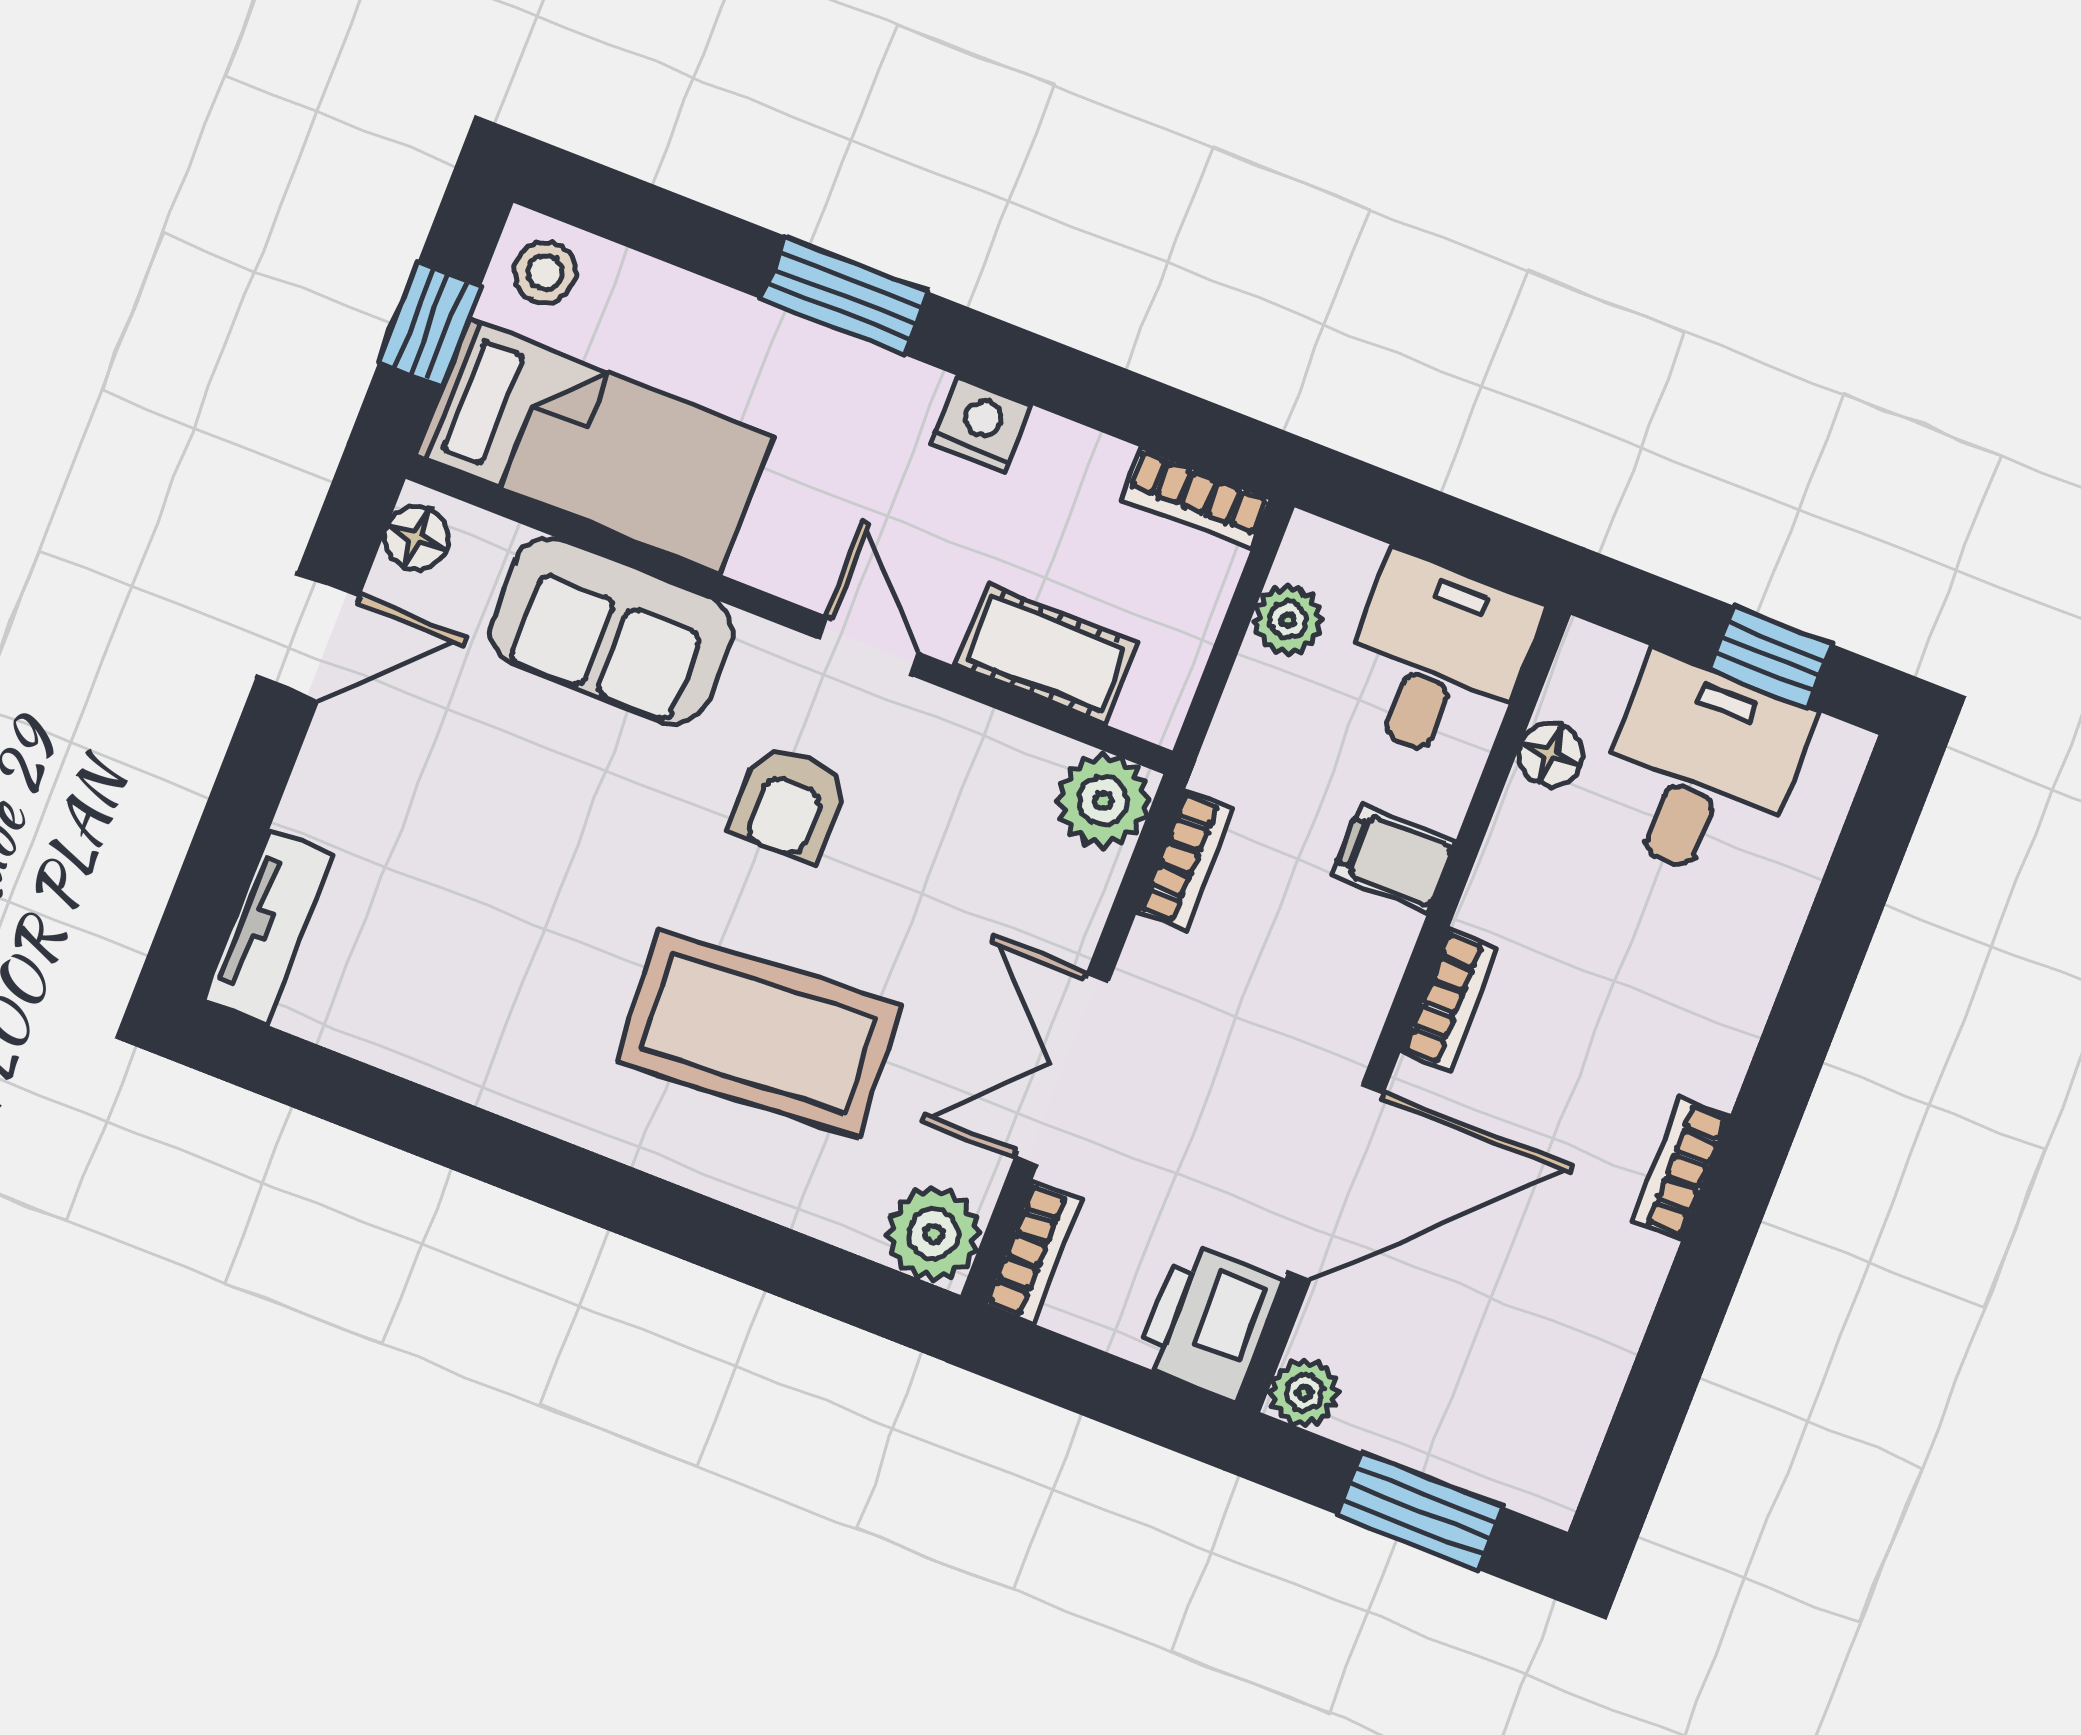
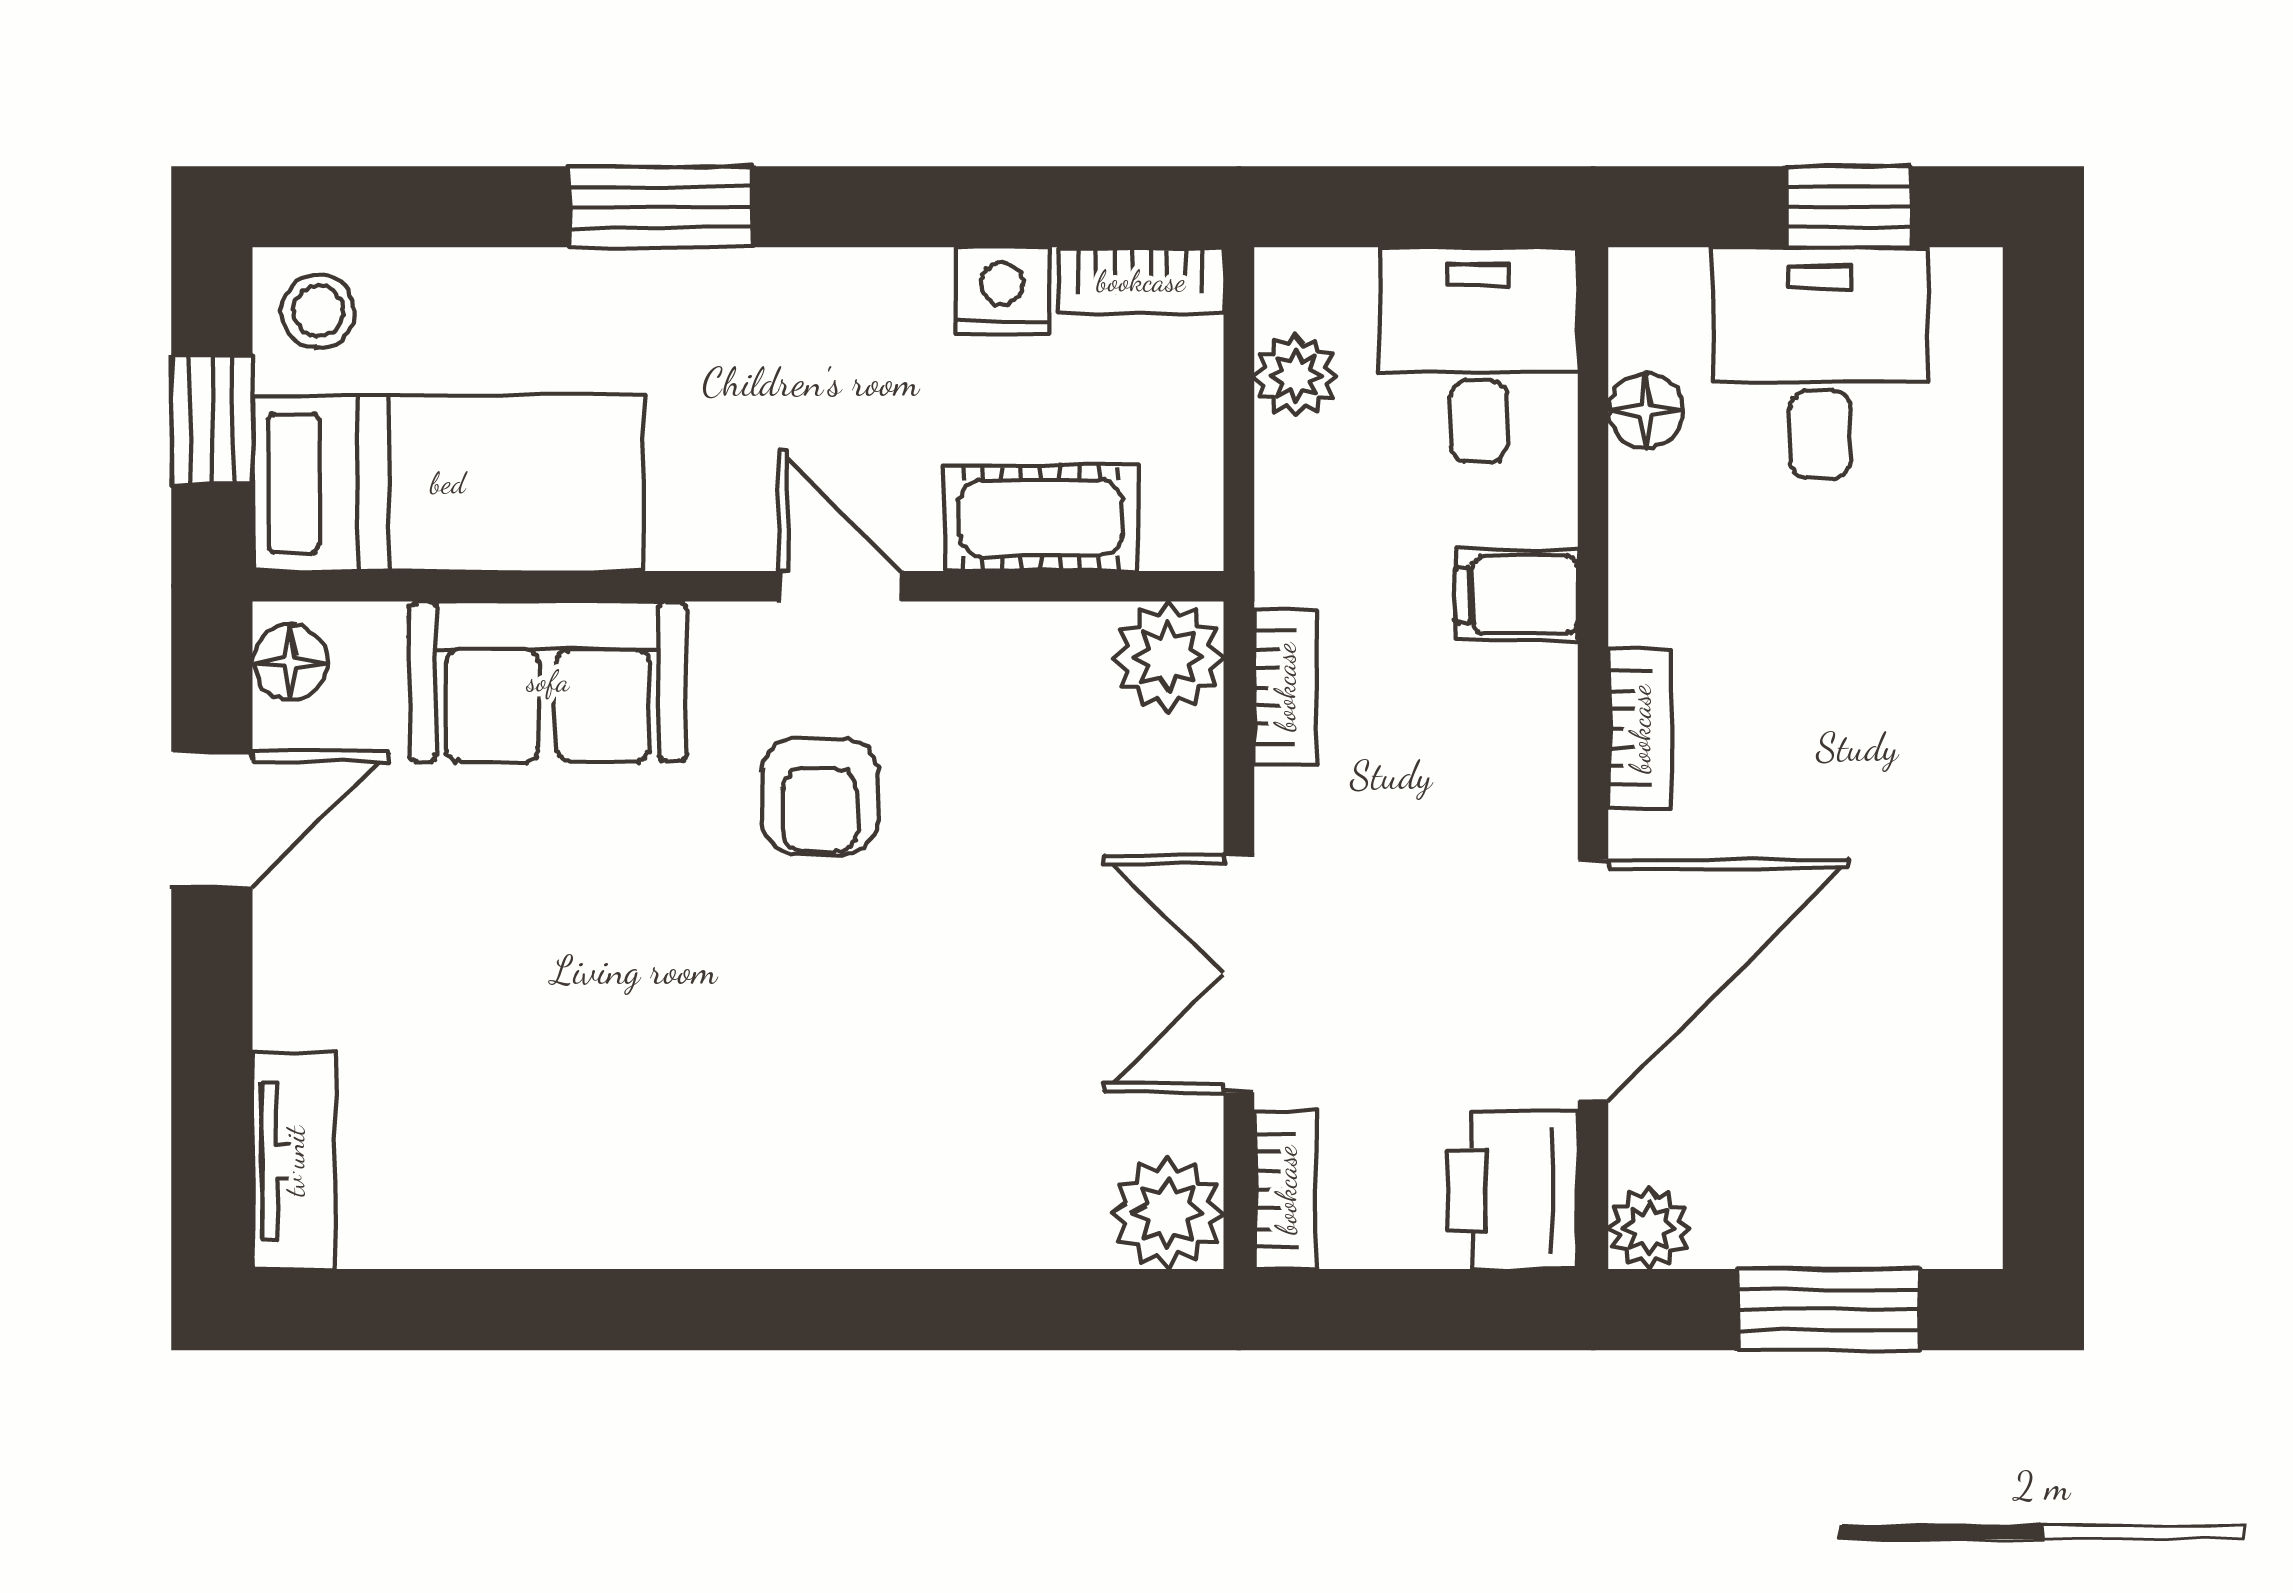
nightstand: (981, 424) -> (1002, 291), moved
coffee table: (758, 1033) -> (885, 1065), removed
bookcase: (1681, 1169) -> (1971, 816), removed

